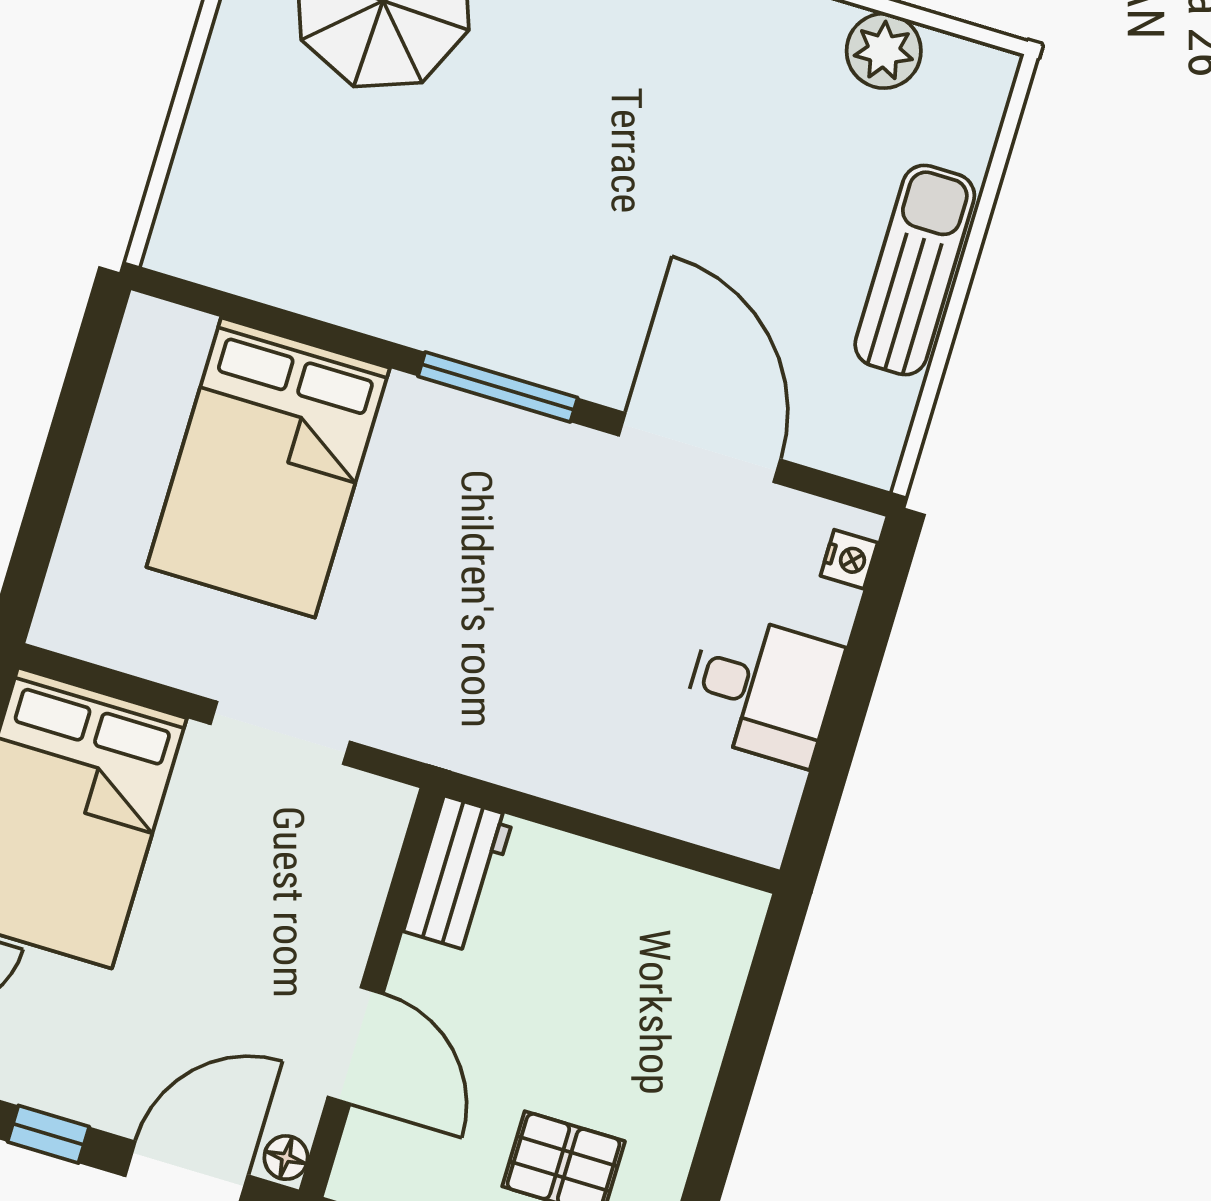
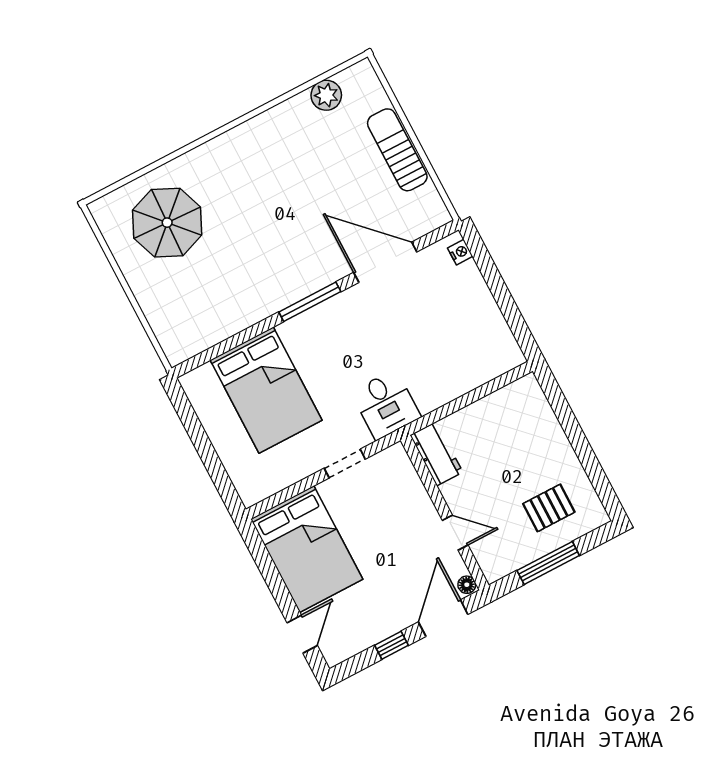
desk: (762, 689) -> (386, 405), moved, turned 90
doorway: (280, 733) -> (345, 464), width x0.73
door: (356, 1045) -> (455, 533), width x0.73

